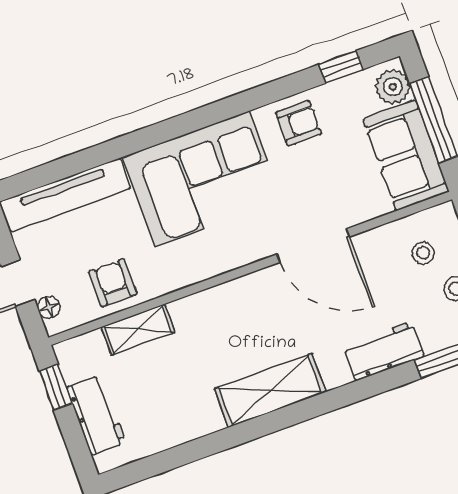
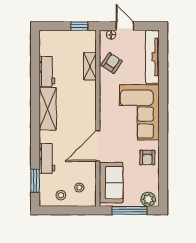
window: (341, 67) -> (163, 182), removed
sofa: (406, 155) -> (111, 183), moved, turned 90
armchair: (113, 283) -> (112, 63), turned -56
workbench: (96, 415) -> (47, 71), moved, turned -90

